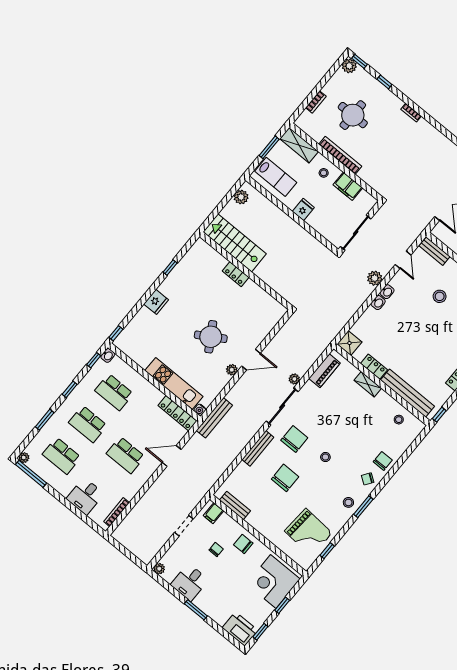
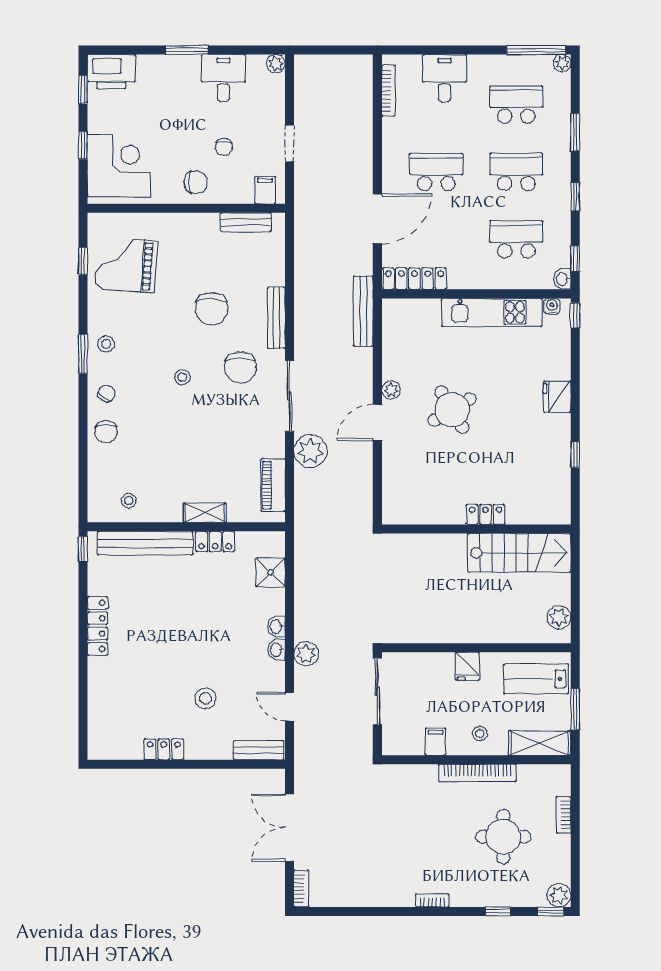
filing cabinet: (348, 186) -> (435, 742), width x0.50
shower: (349, 343) -> (270, 572), moved
plant: (294, 379) -> (310, 451), width x1.88, depth x1.88
kitchen unit: (174, 384) -> (492, 312), moved
water cooler: (200, 410) -> (552, 306), moved
door: (172, 456) -> (377, 219), width x1.36

